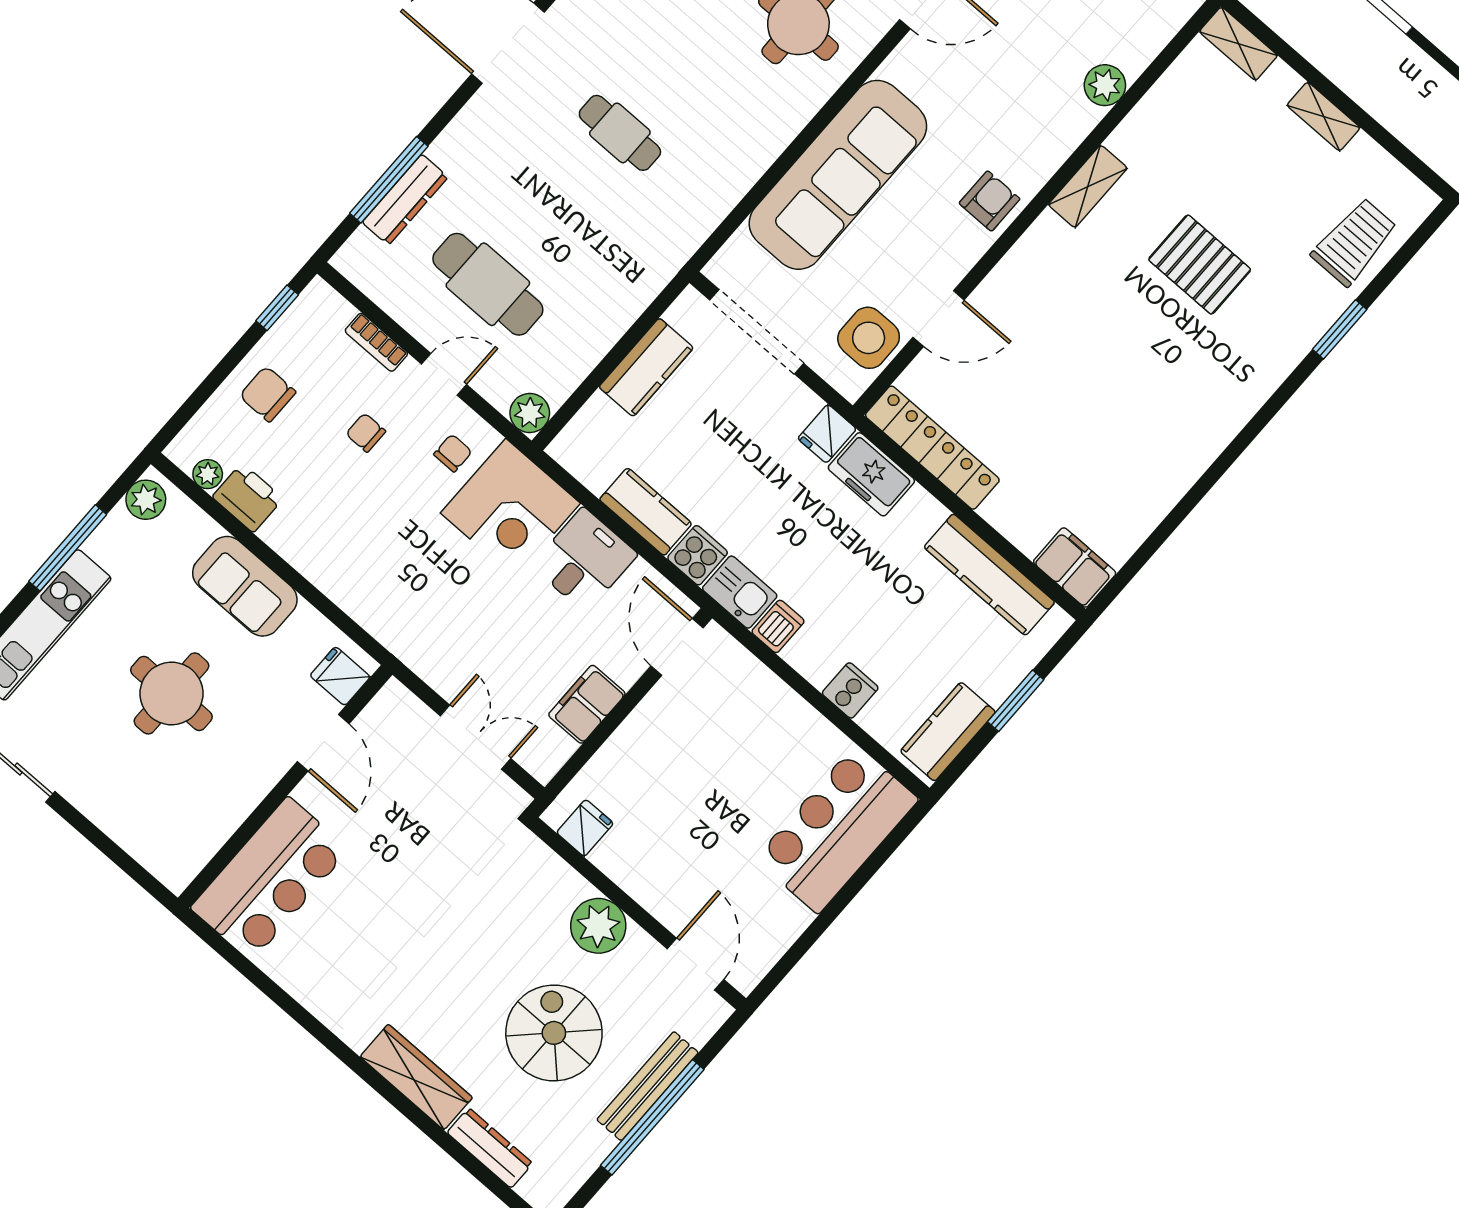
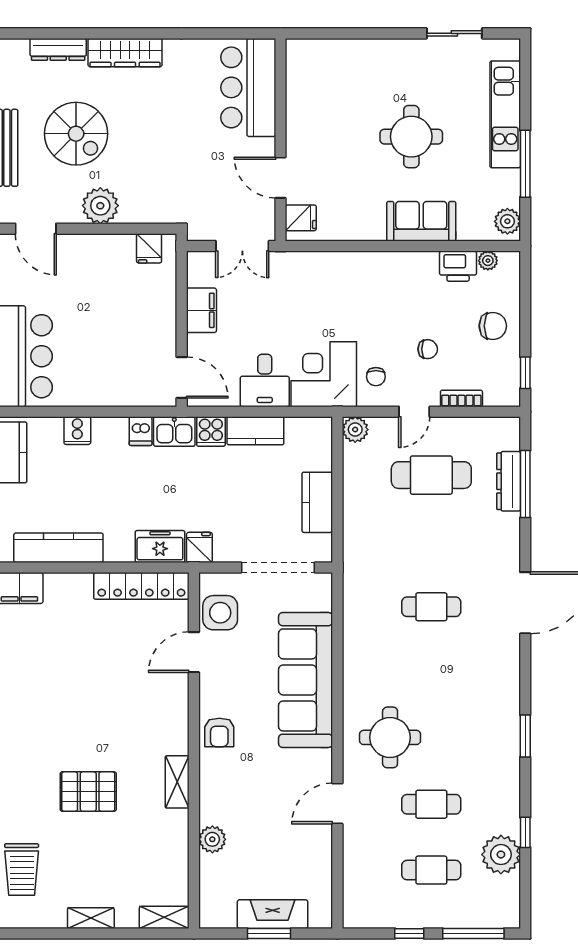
fridge: (340, 676) -> (301, 218), moved
door: (323, 743) -> (280, 178), moved
wall: (285, 786) -> (280, 140), moved
bar counter: (270, 879) -> (248, 87), moved

